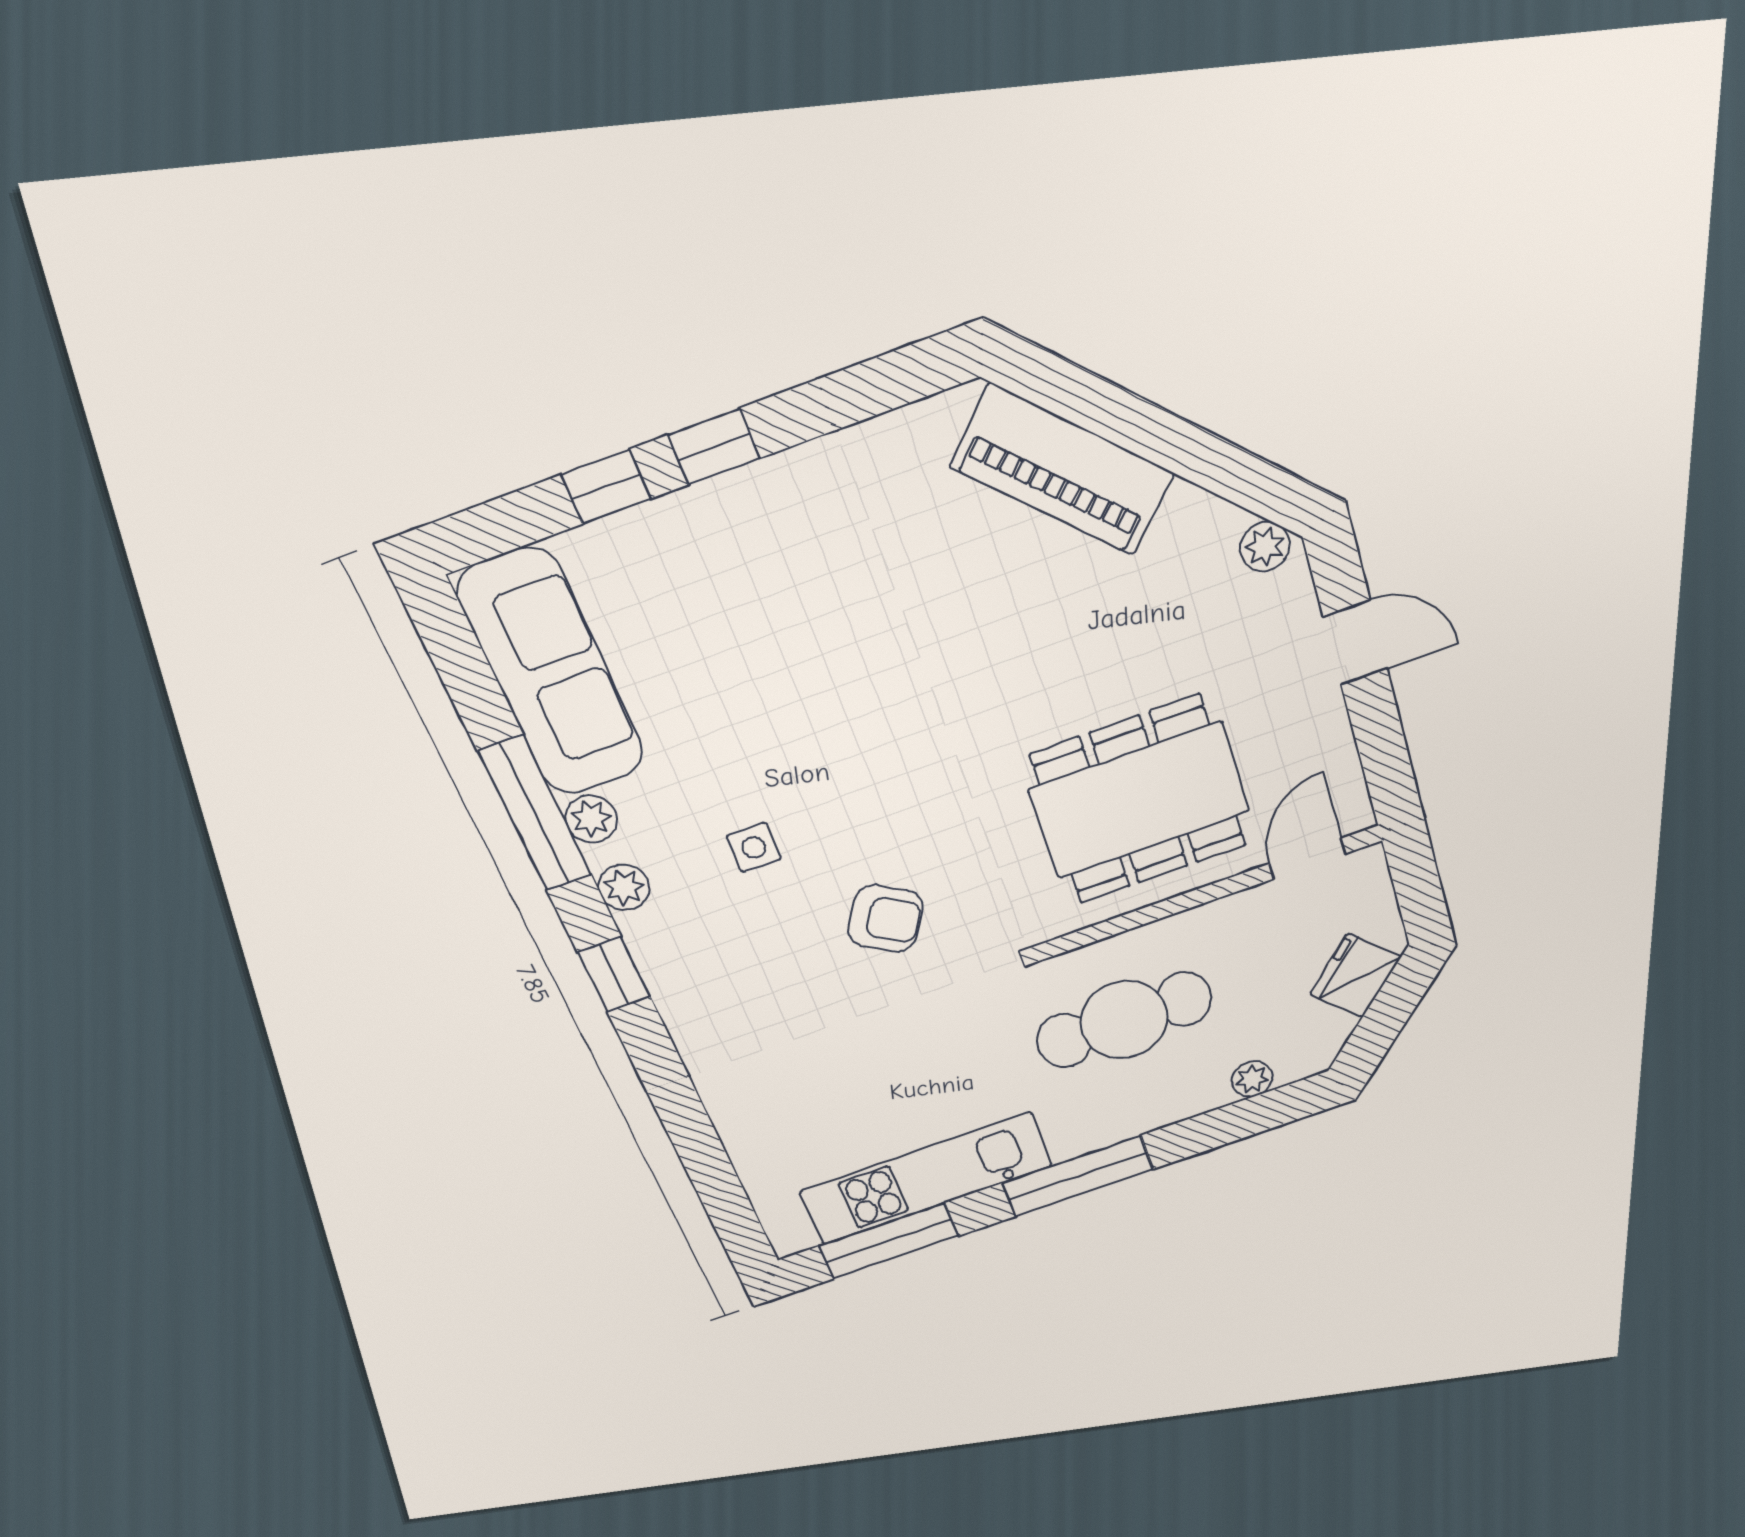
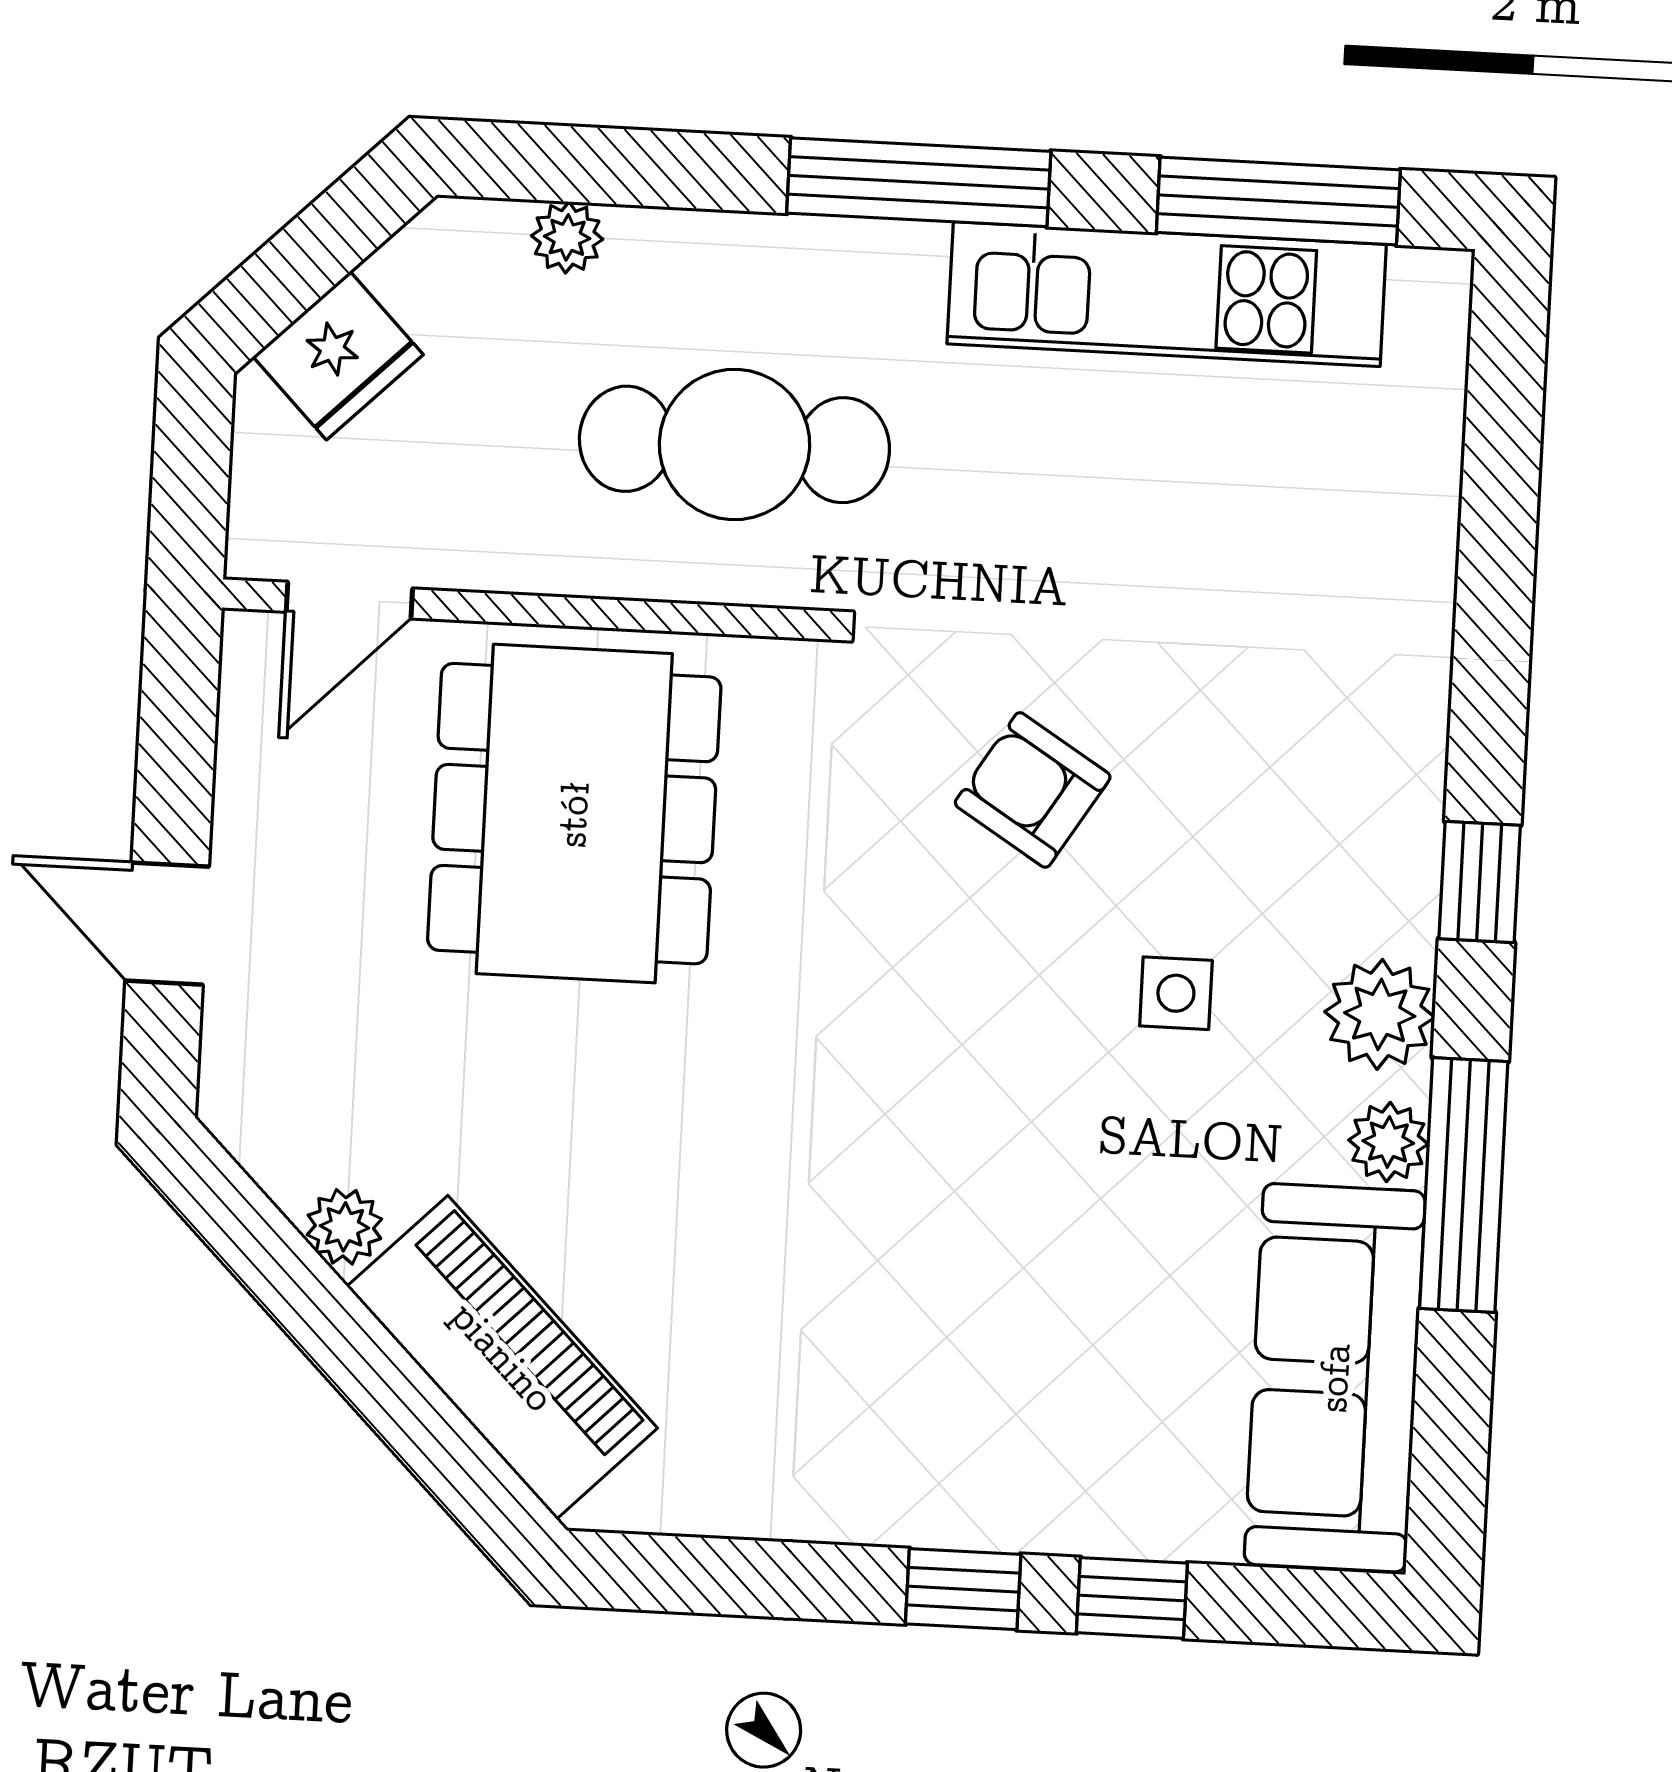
plant: (1265, 547) -> (344, 1227), moved
dining table: (1139, 800) -> (574, 814), turned 90
plant: (624, 887) -> (1380, 1014), width x1.38, depth x1.38

